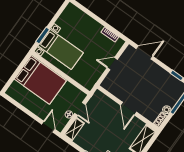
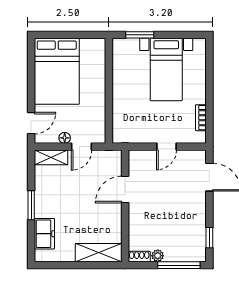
bed with nightstands: (61, 49) -> (166, 69), moved
door: (112, 64) -> (167, 147), swing flipped
bed: (40, 80) -> (57, 71), moved
door: (129, 109) -> (125, 189), moved

